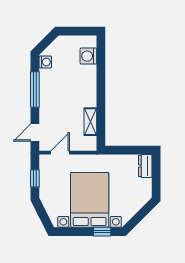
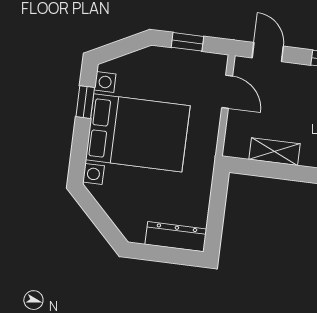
dresser: (145, 166) -> (176, 237), width x1.44
window: (102, 232) -> (85, 102), moved

